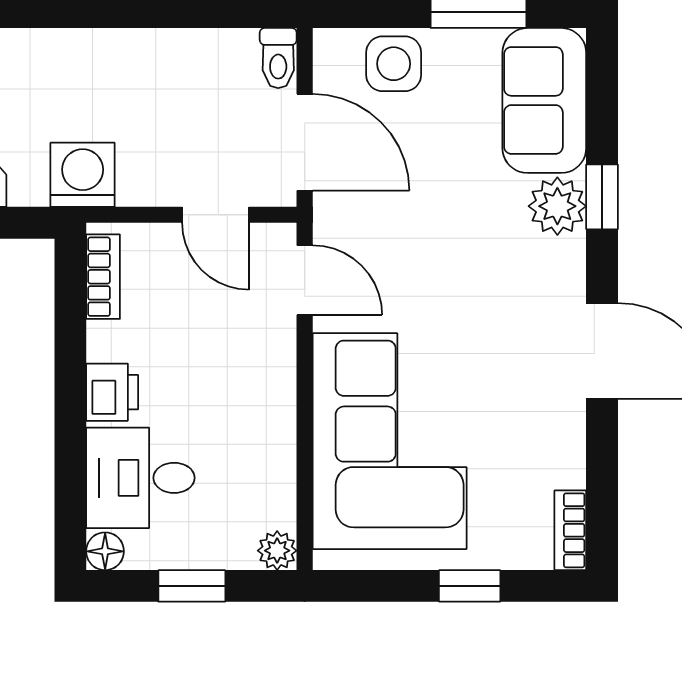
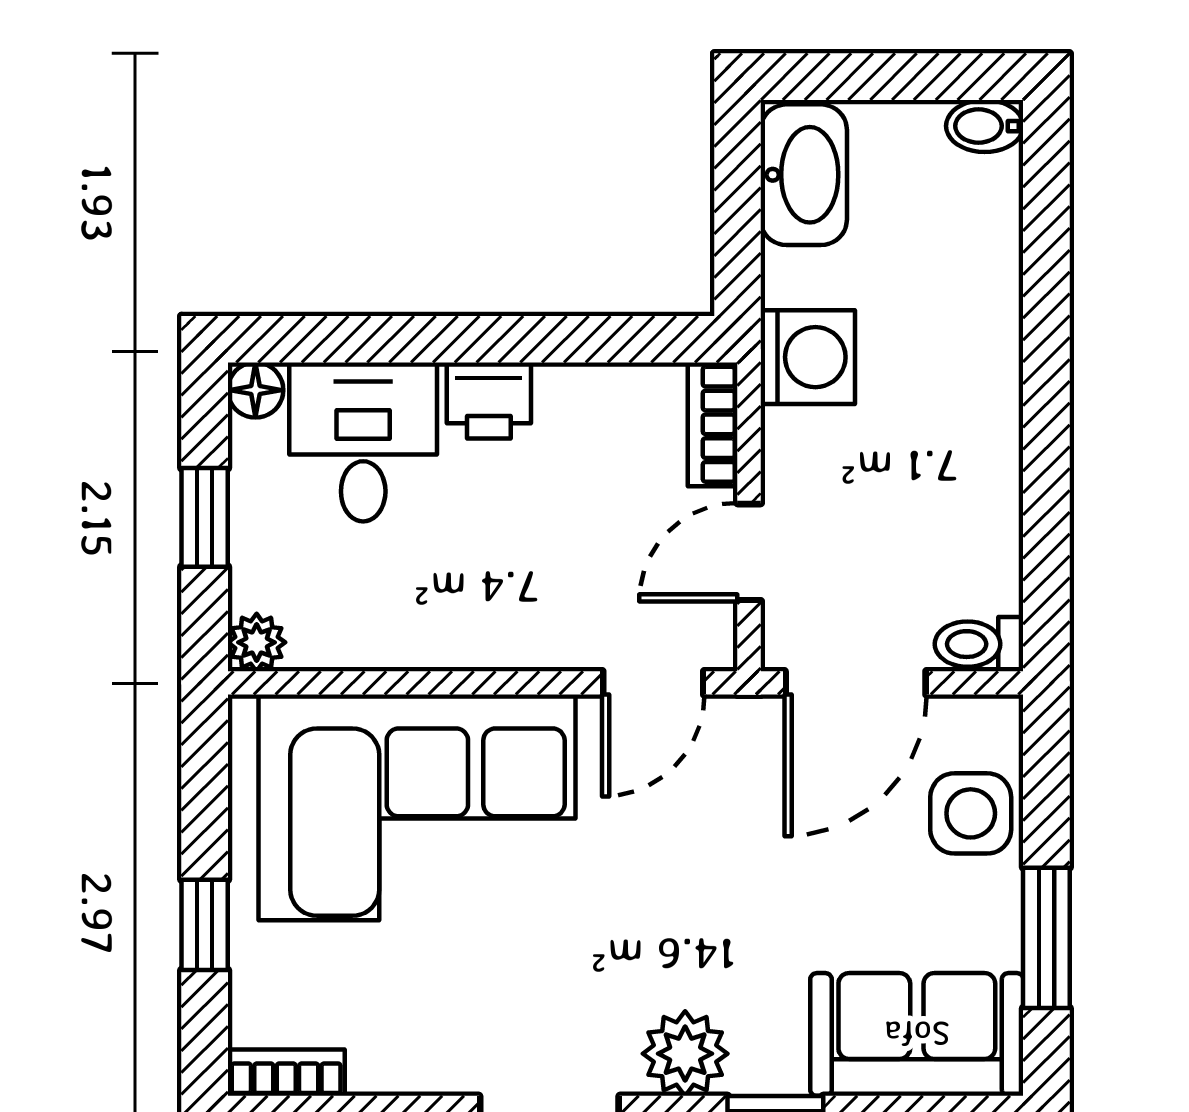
plant: (557, 206) -> (685, 1054), moved
bookcase: (103, 277) -> (713, 424), moved, turned 90

